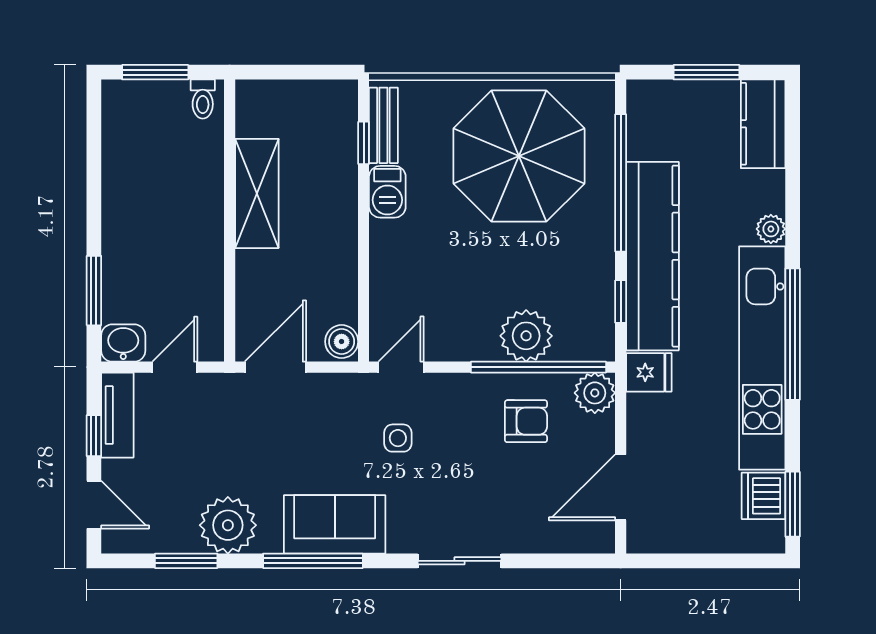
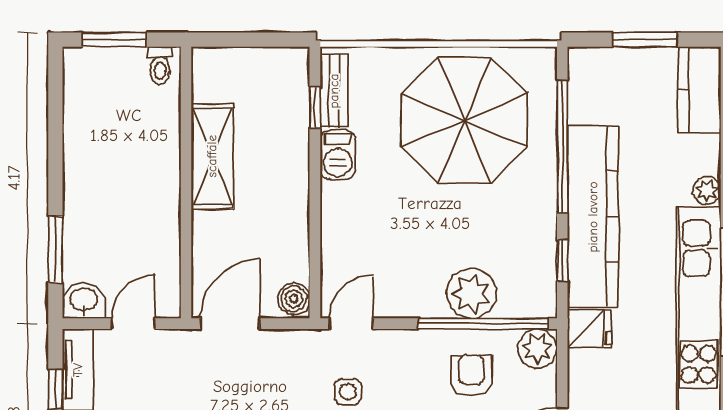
armchair: (526, 421) -> (471, 376), turned -90

